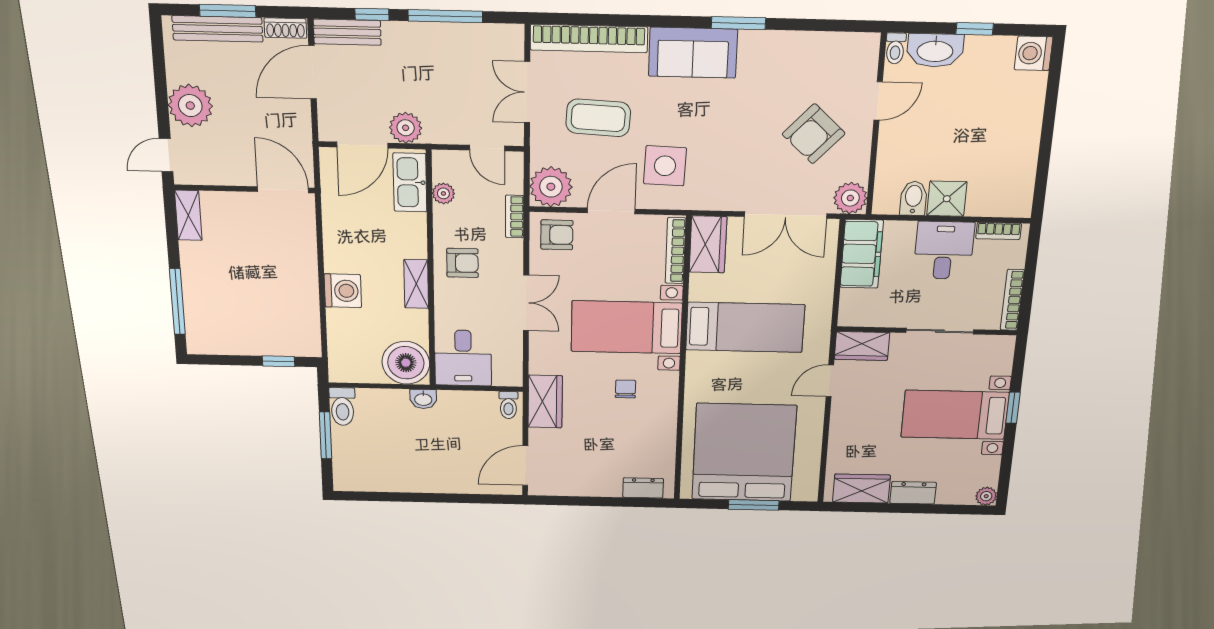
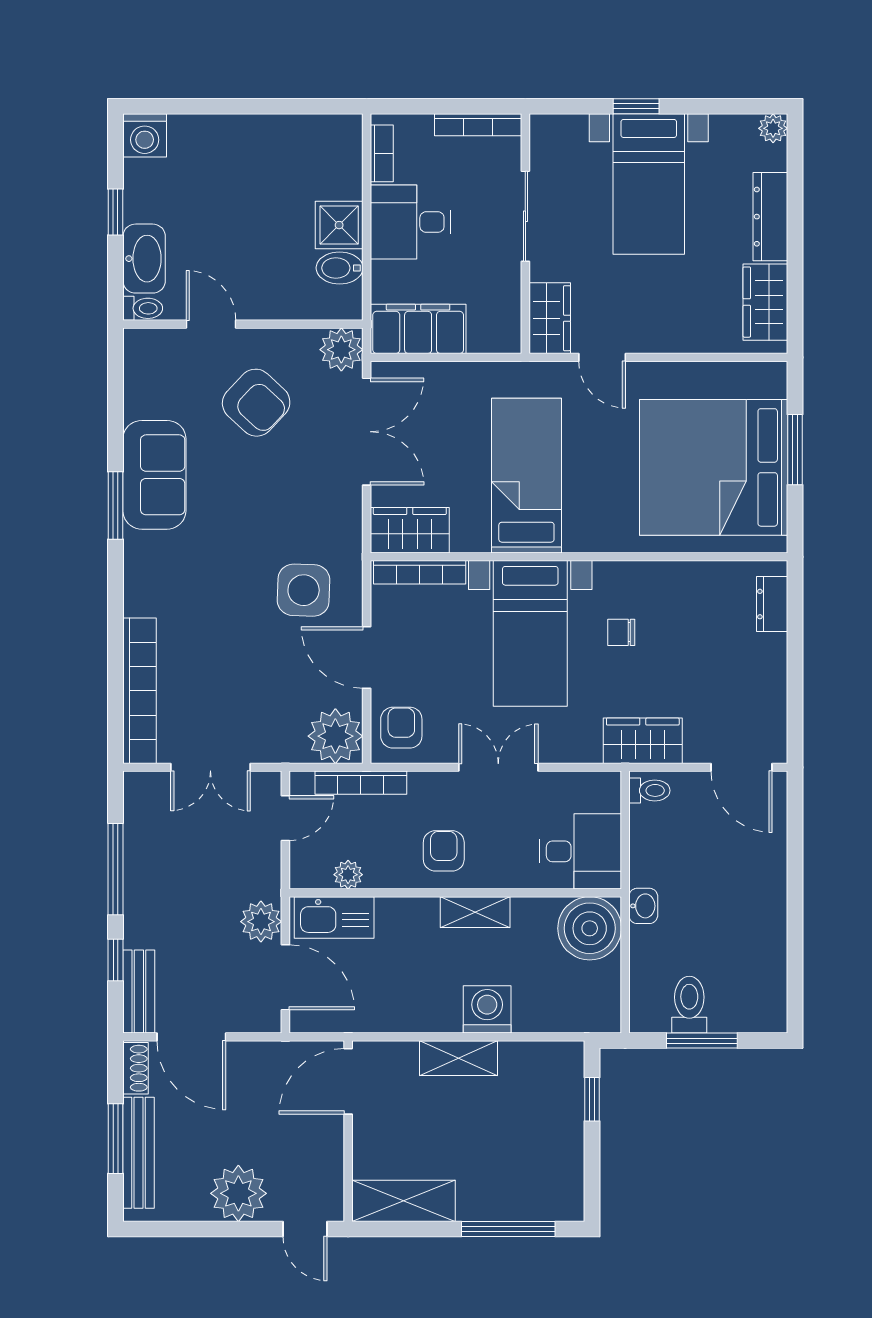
sofa: (693, 53) -> (154, 475), moved
coffee table: (598, 118) -> (242, 677), removed
shelving: (188, 215) -> (403, 1201), width x1.50, depth x1.33
bookcase: (515, 216) -> (361, 783), width x1.56
shelving: (305, 270) -> (459, 1058), added
toilet: (342, 407) -> (689, 1005), moved, turned -90
dresser: (913, 493) -> (770, 217), width x1.44

